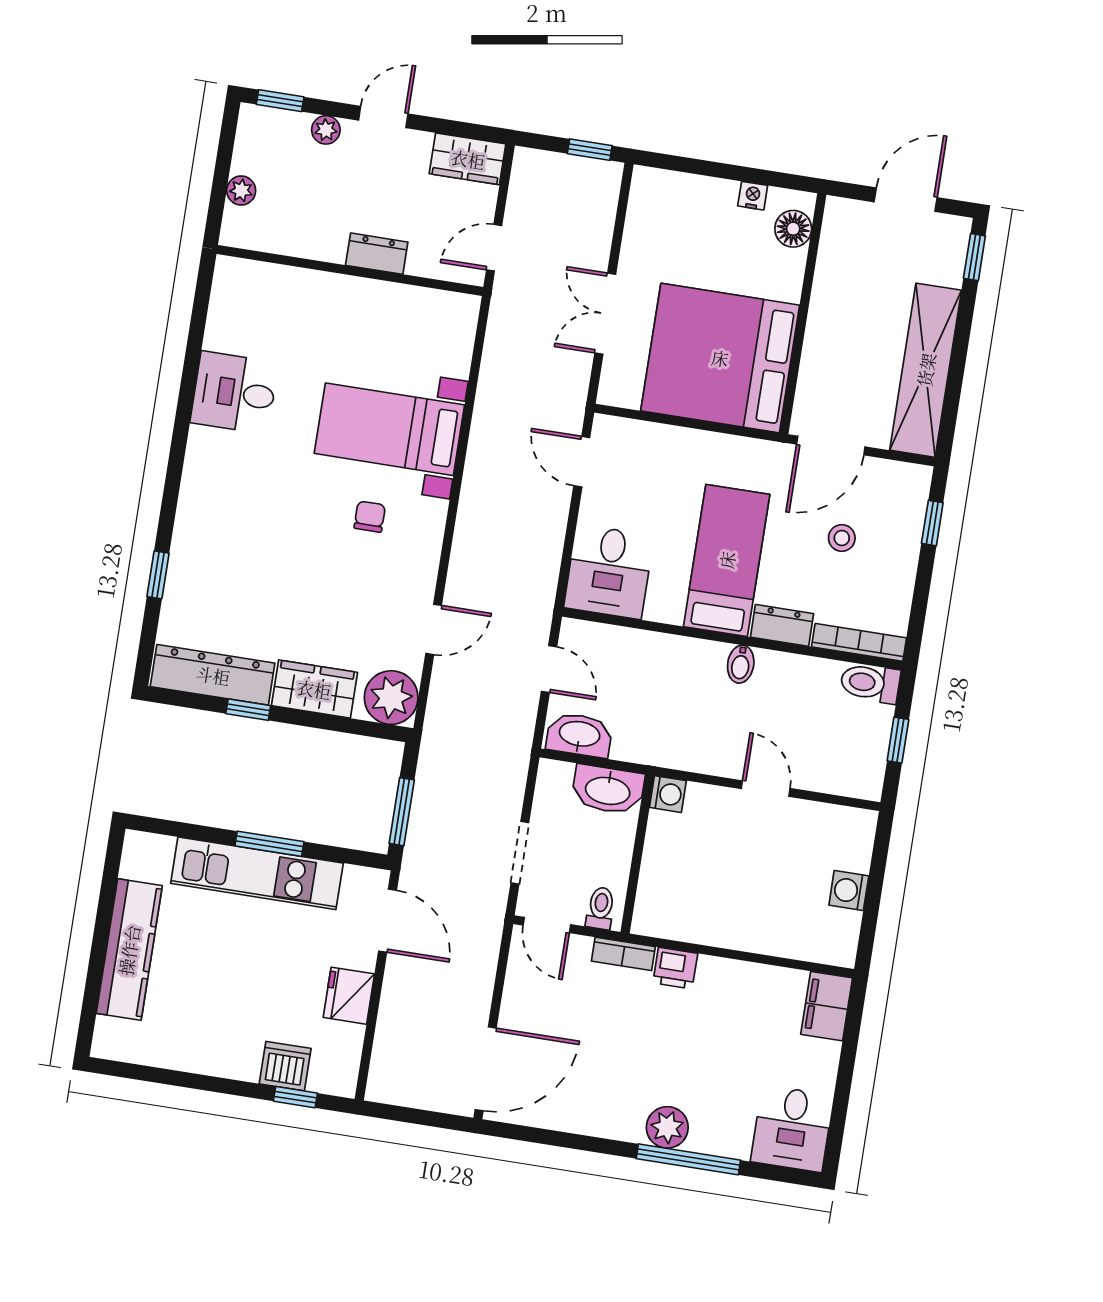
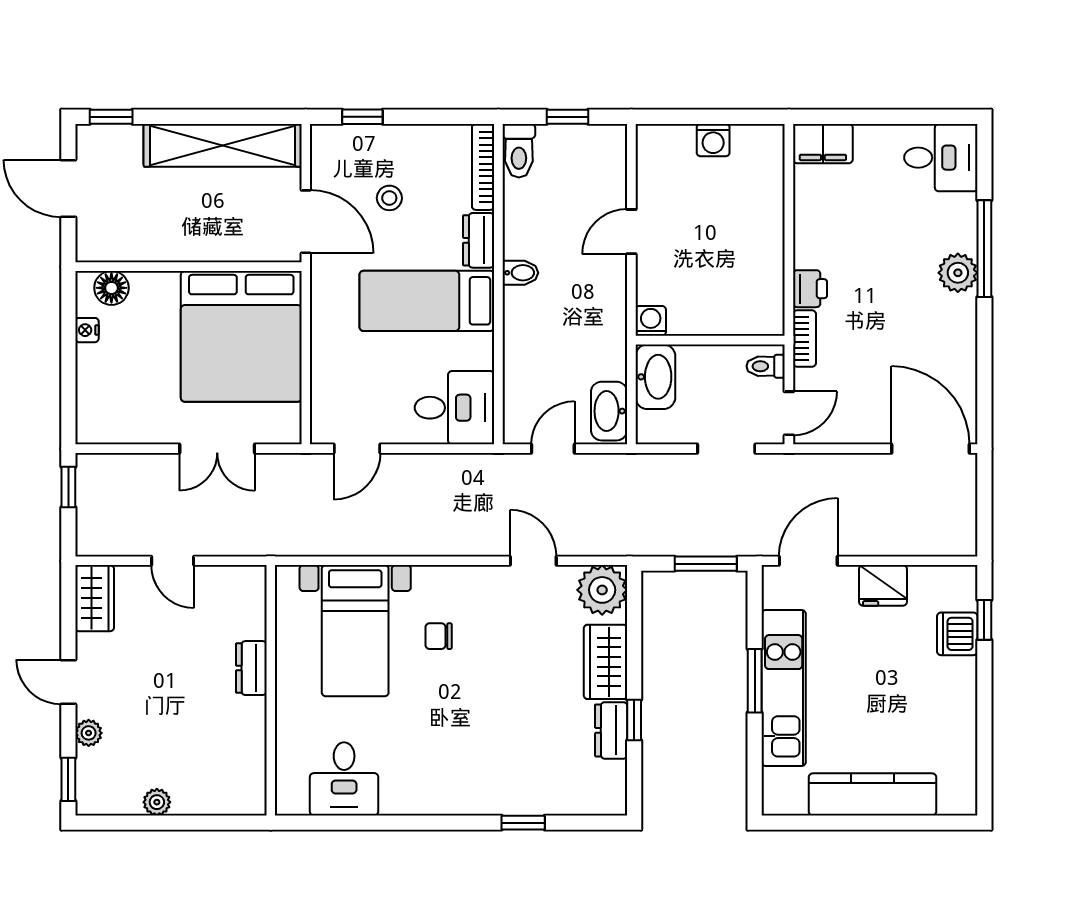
dresser: (377, 254) -> (251, 668), moved
wall: (350, 271) -> (271, 690), moved
dresser: (213, 675) -> (611, 730), width x0.51, depth x0.80

